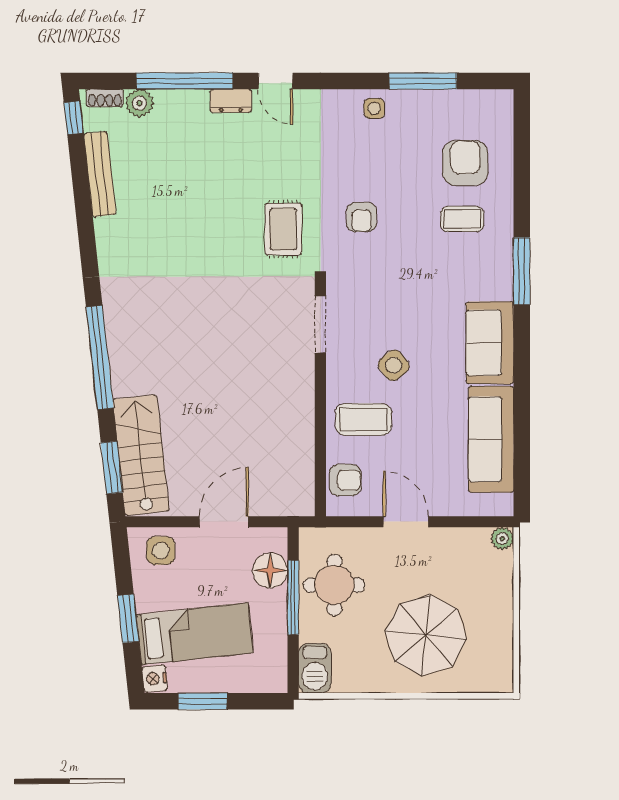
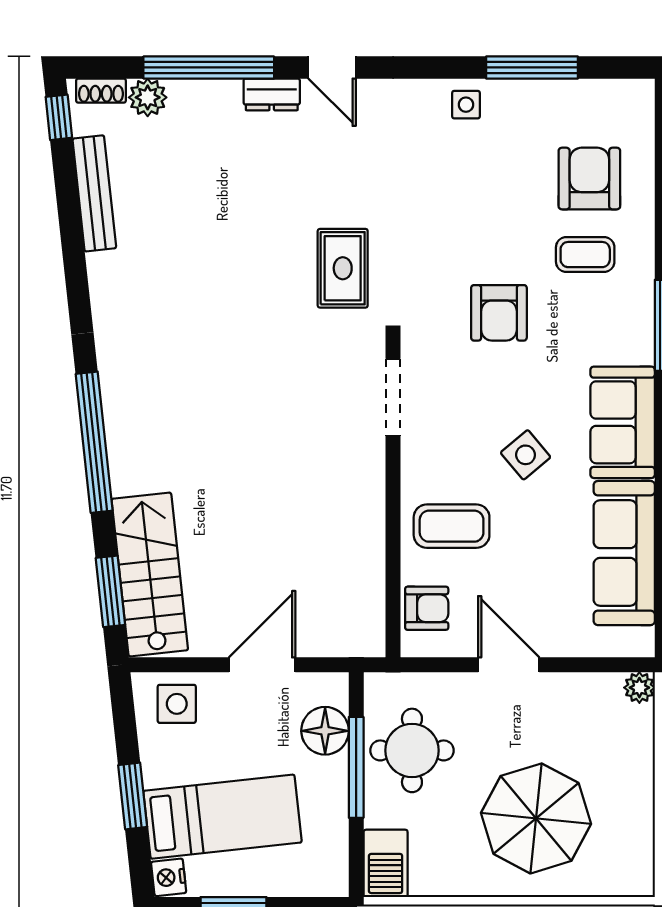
armchair: (361, 217) -> (499, 313), moved, width x1.38, depth x1.38
side table: (394, 365) -> (526, 455), moved

